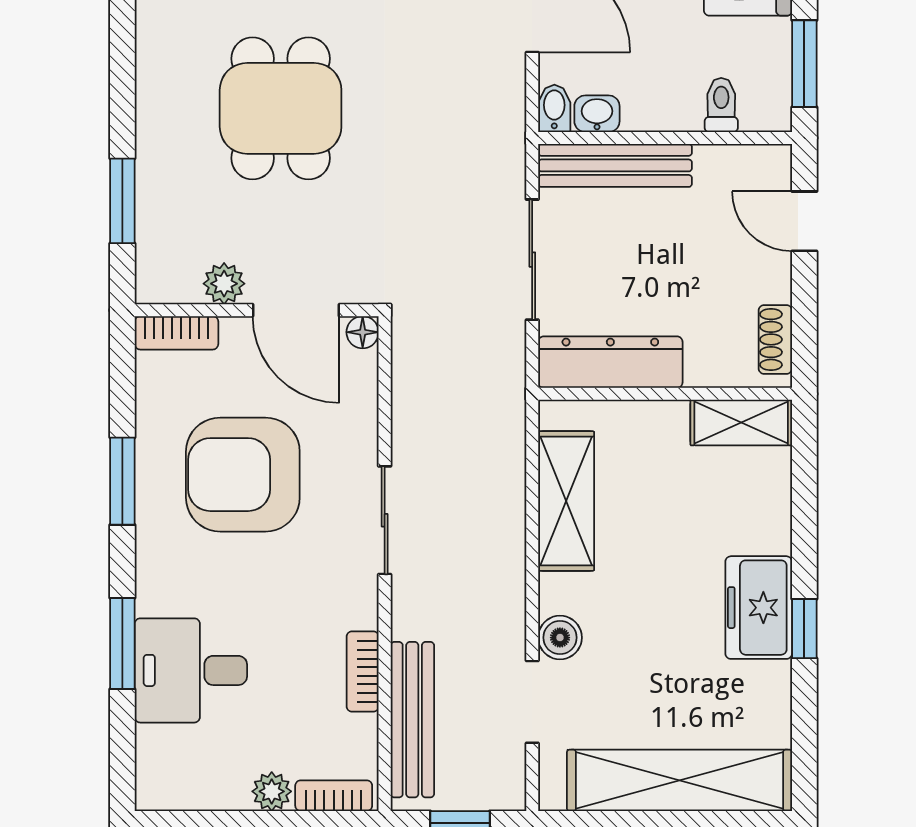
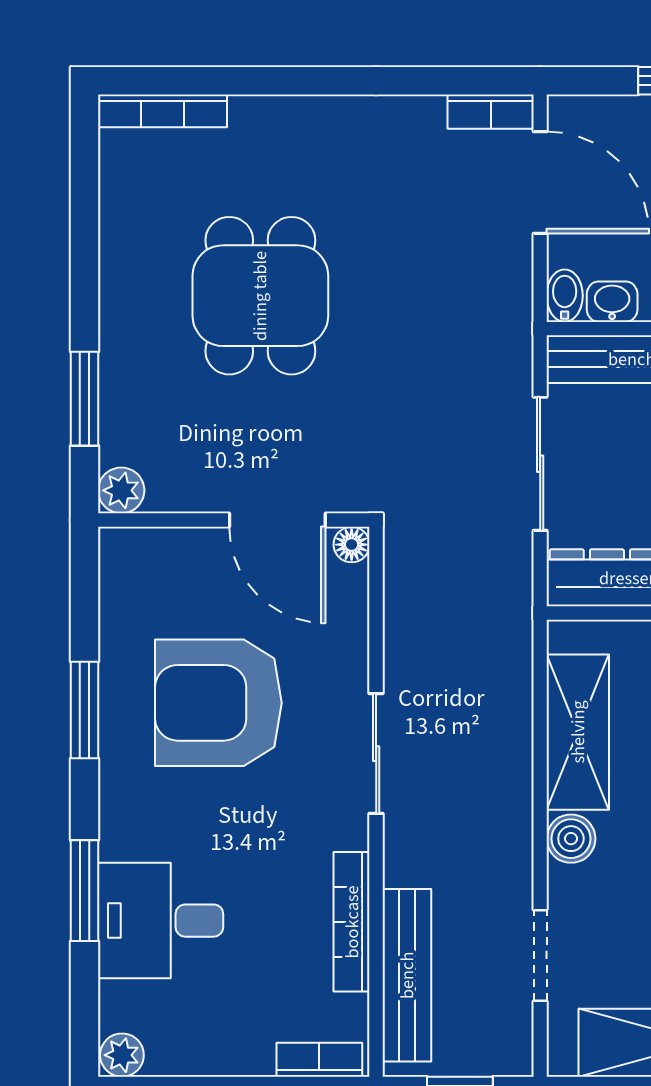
plant: (224, 284) -> (121, 490), moved
bookcase: (176, 333) -> (145, 545), removed
boiler: (560, 638) -> (571, 839), moved
bookcase: (363, 672) -> (352, 922), width x1.56
plant: (272, 791) -> (122, 1055), moved

